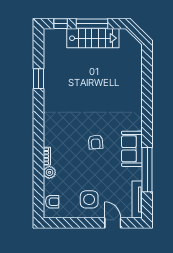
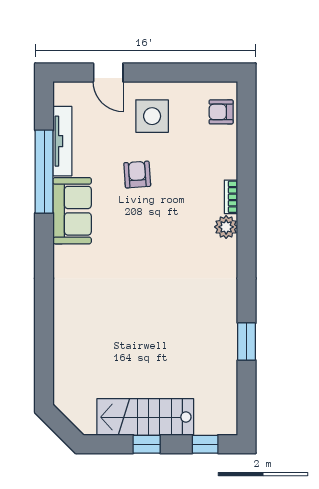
window: (92, 24) -> (147, 444), width x0.46
armchair: (96, 142) -> (137, 175), moved
plant: (49, 172) -> (226, 227), moved
tv unit: (137, 199) -> (62, 141), moved

